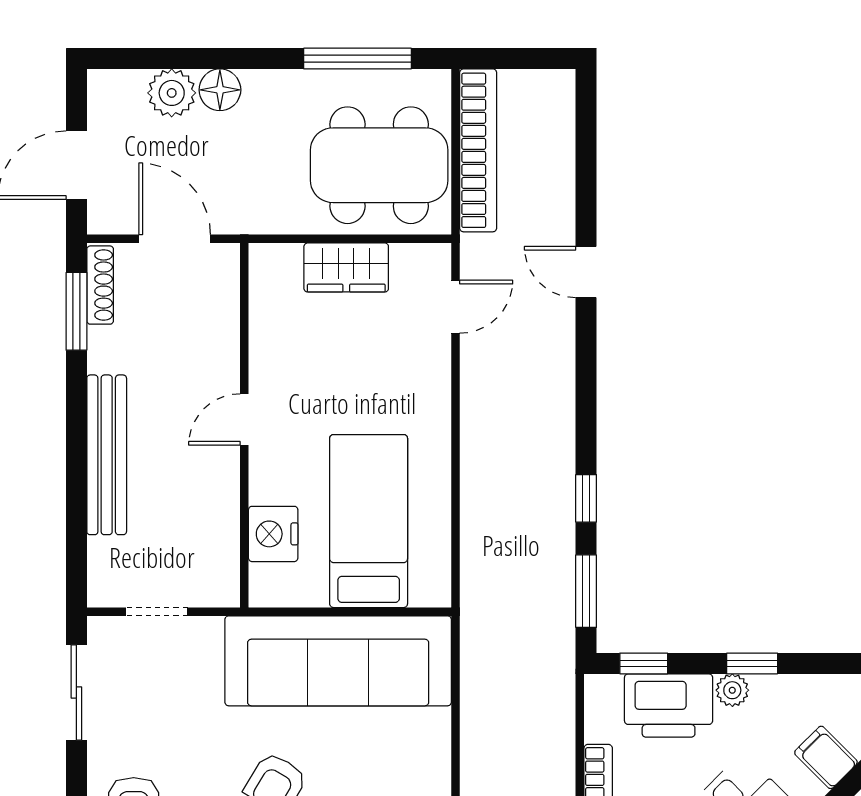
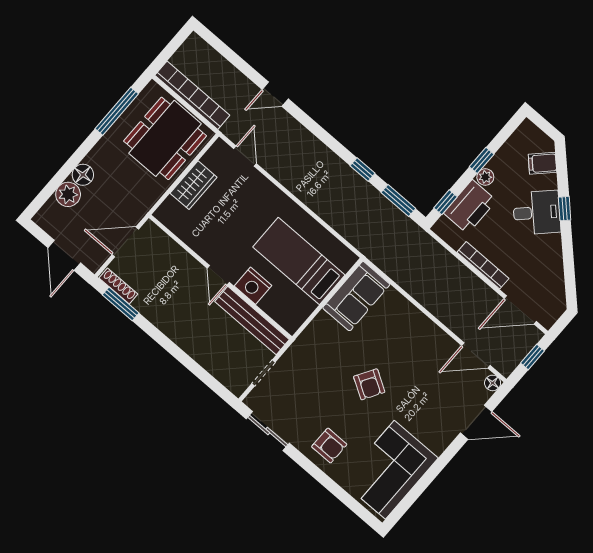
bench: (107, 455) -> (252, 321), moved
nightstand: (273, 534) -> (253, 286), moved
sofa: (338, 661) -> (356, 296), width x0.54, depth x0.79

